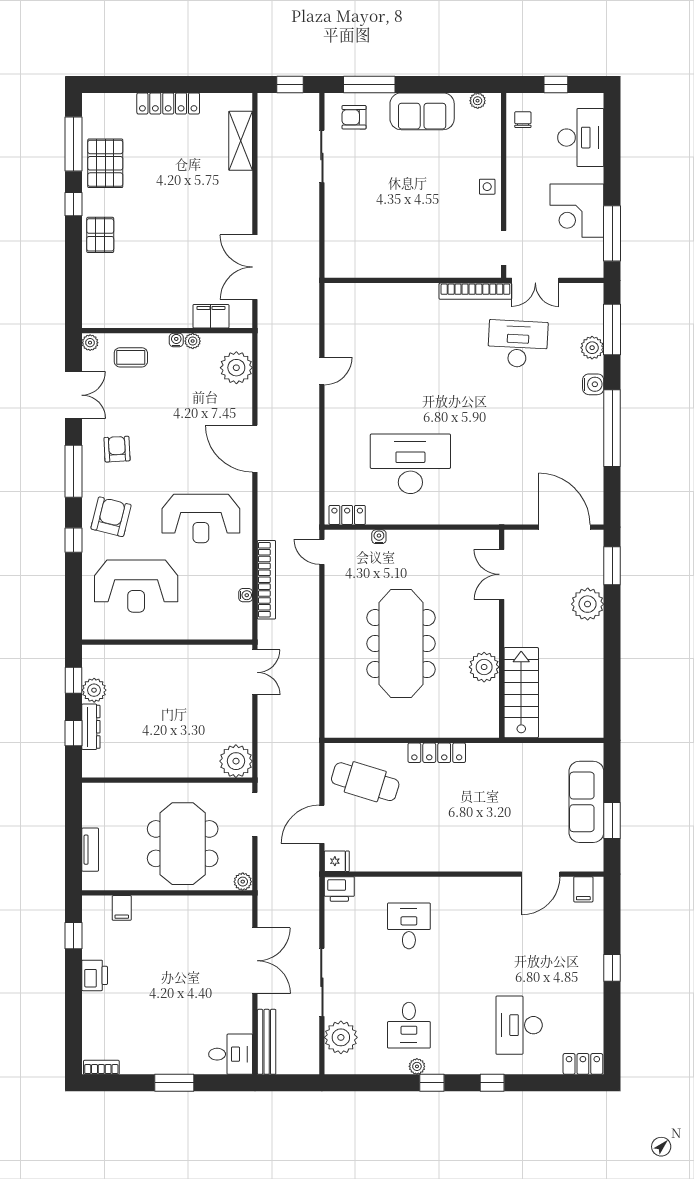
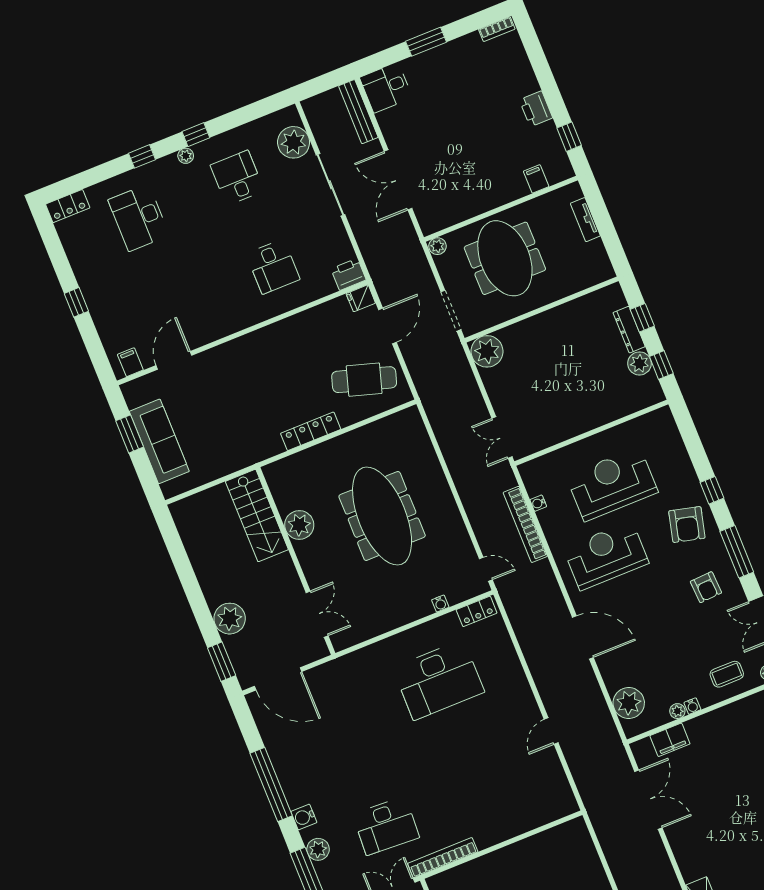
reception desk: (136, 586) -> (612, 484), moved
desk: (519, 1025) -> (139, 218), turned 180
plant: (417, 1066) -> (186, 156), moved

